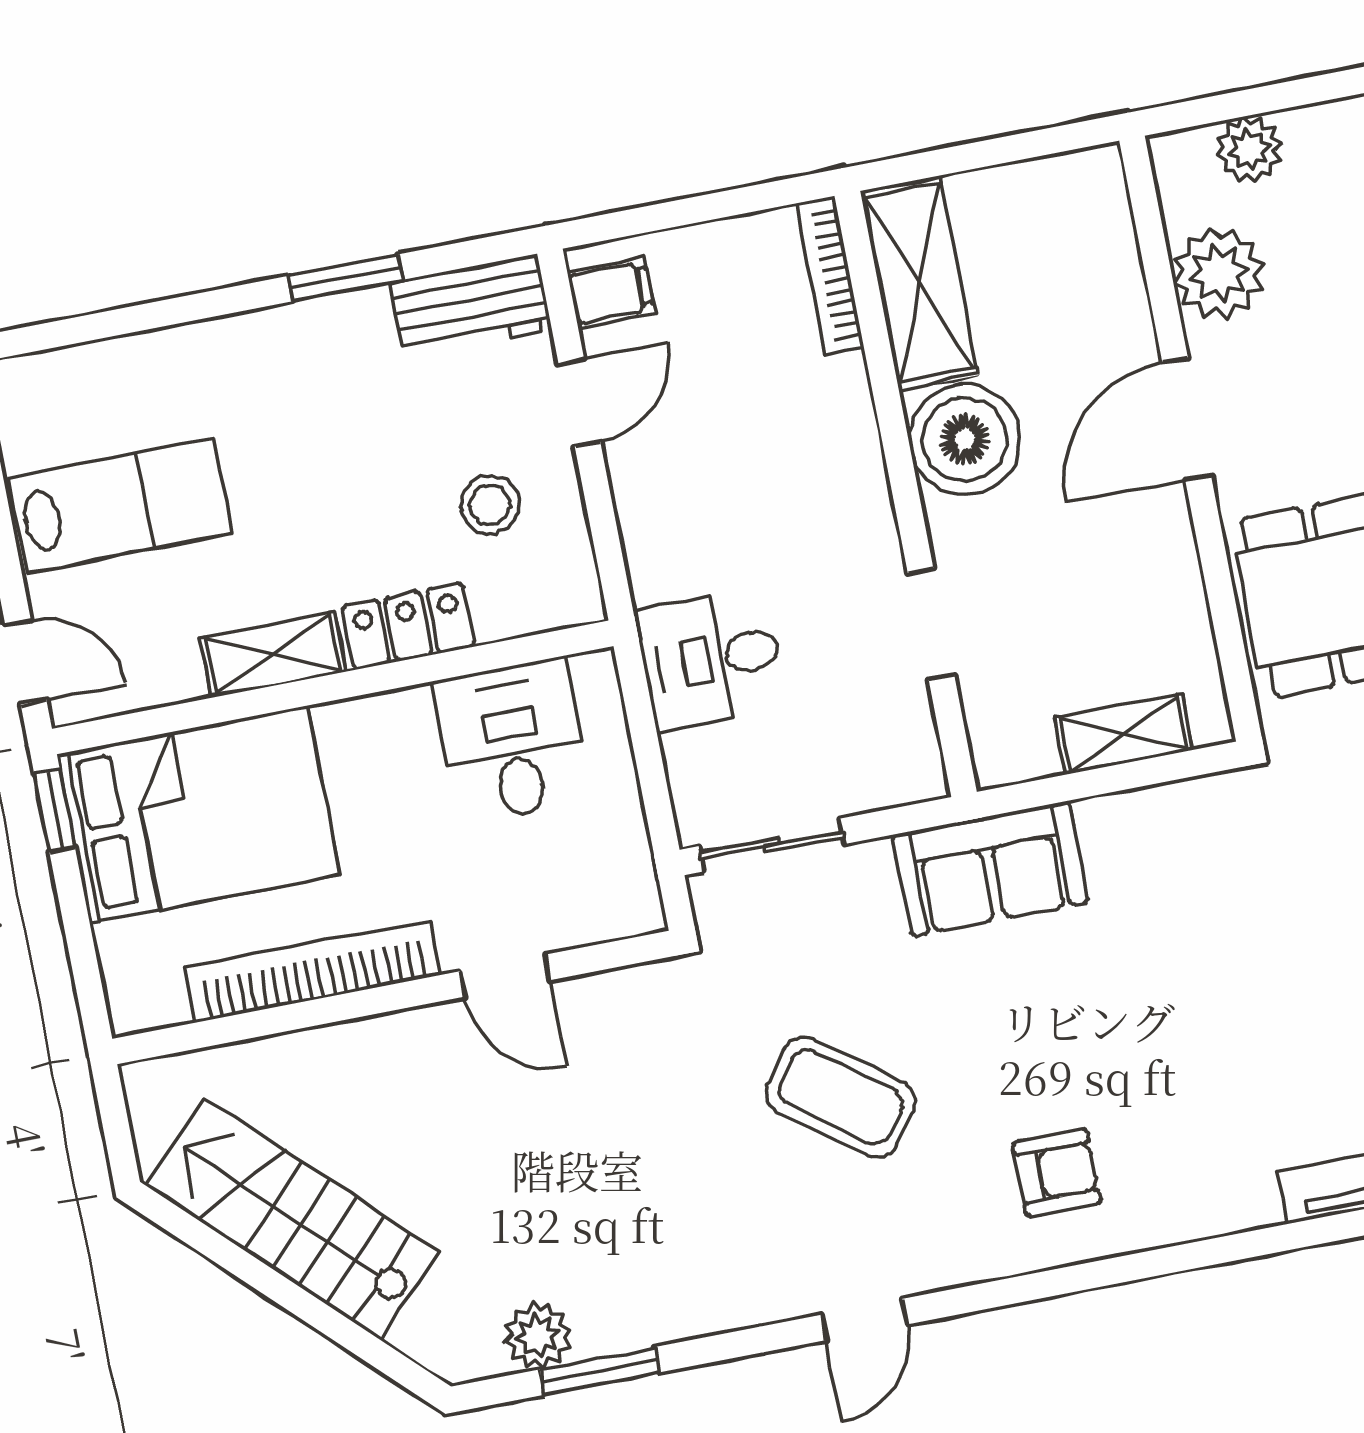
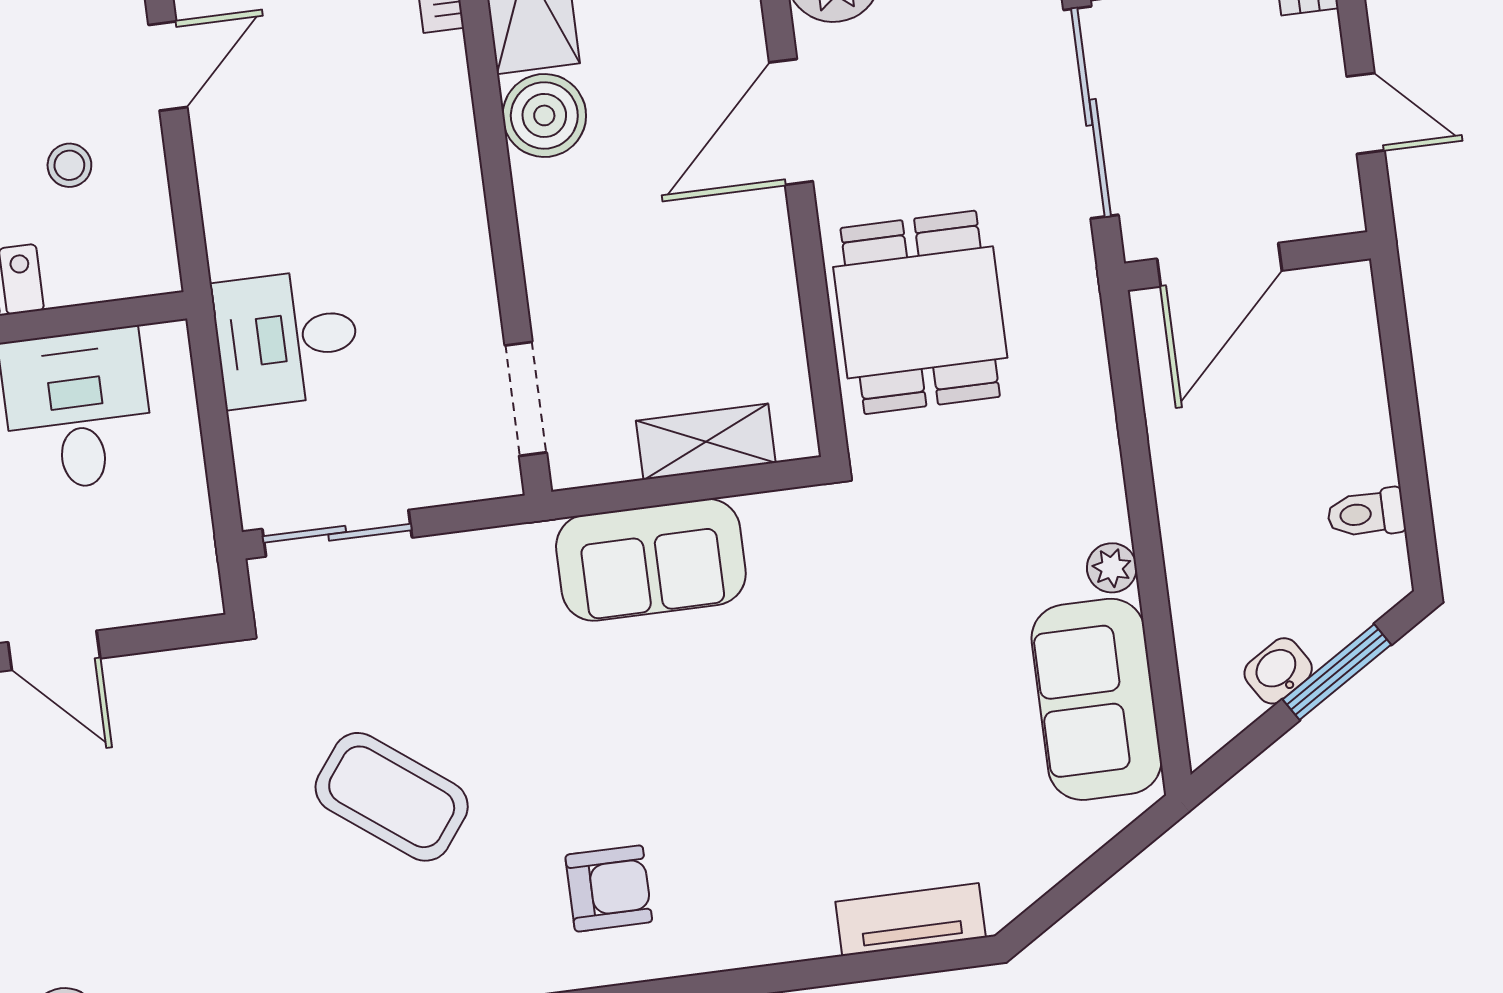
boiler: (965, 439) -> (544, 115), width x0.73, depth x0.73
stool: (490, 505) -> (69, 165), width x0.73, depth x0.73
doorway: (931, 624) -> (526, 399), moved
sofa: (990, 869) -> (651, 560), moved

